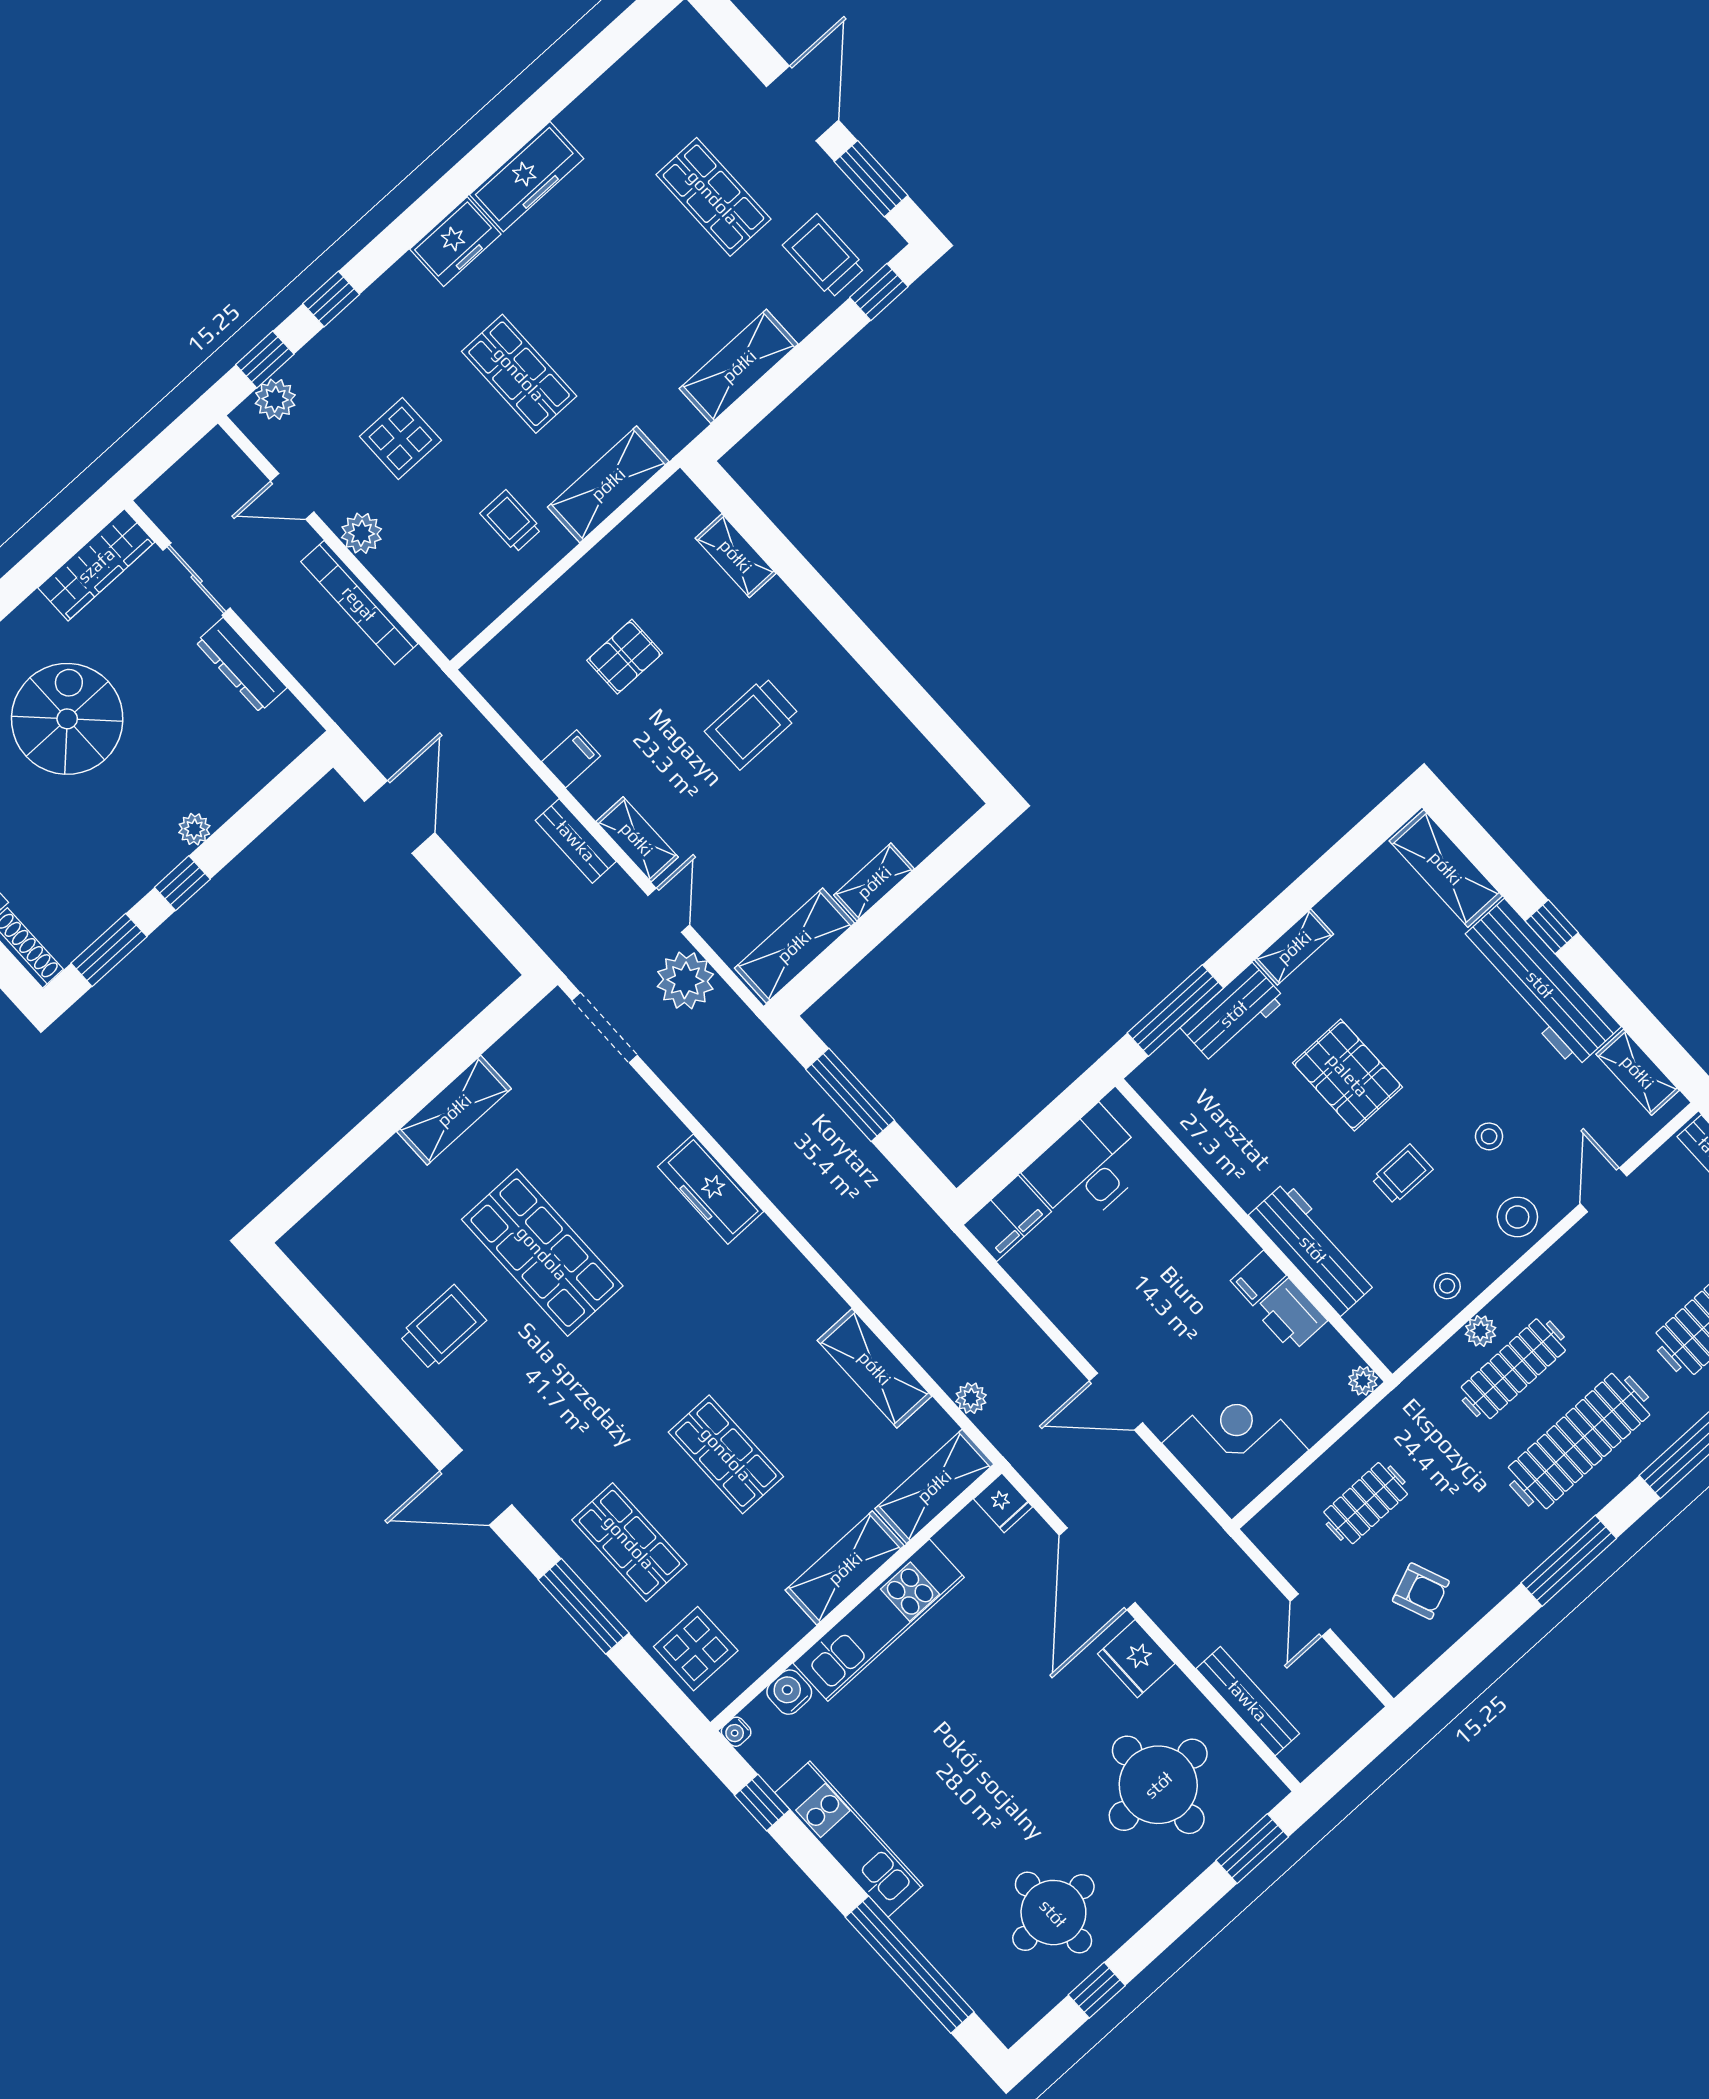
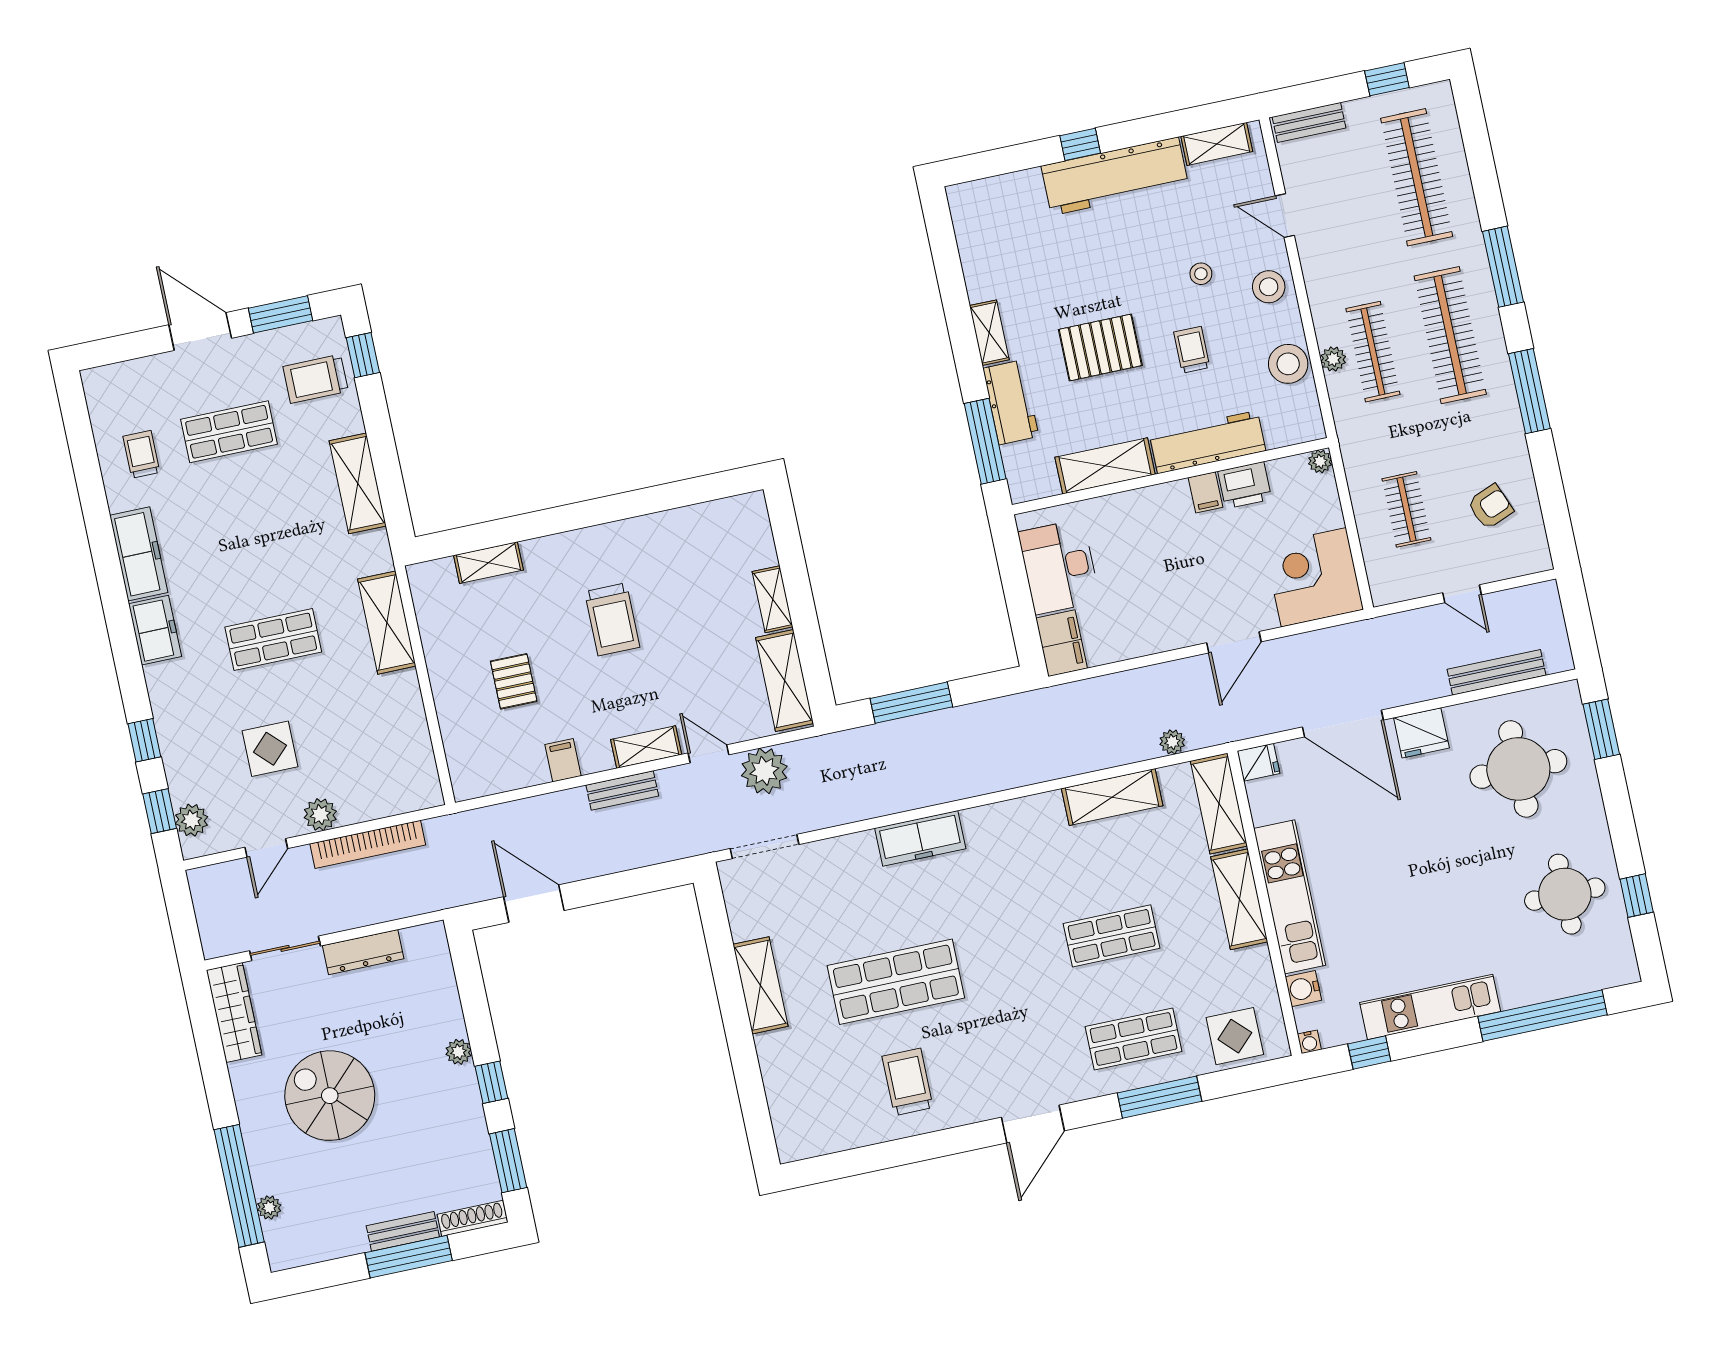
trolley: (511, 521) -> (141, 454), moved, turned 90
shelving: (1446, 868) -> (1105, 466), moved
stool: (1447, 1286) -> (1288, 364), width x1.89, depth x1.89

